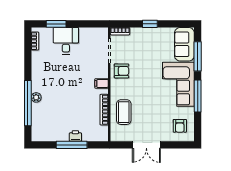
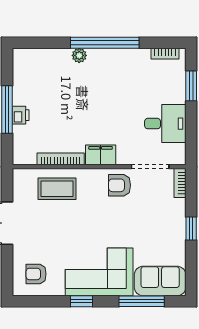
desk: (66, 41) -> (165, 124), moved
armchair: (121, 71) -> (120, 185), turned 90
filing cabinet: (101, 83) -> (101, 155), width x2.00
window: (198, 96) -> (81, 301), width x0.46
window: (28, 103) -> (105, 43), moved

